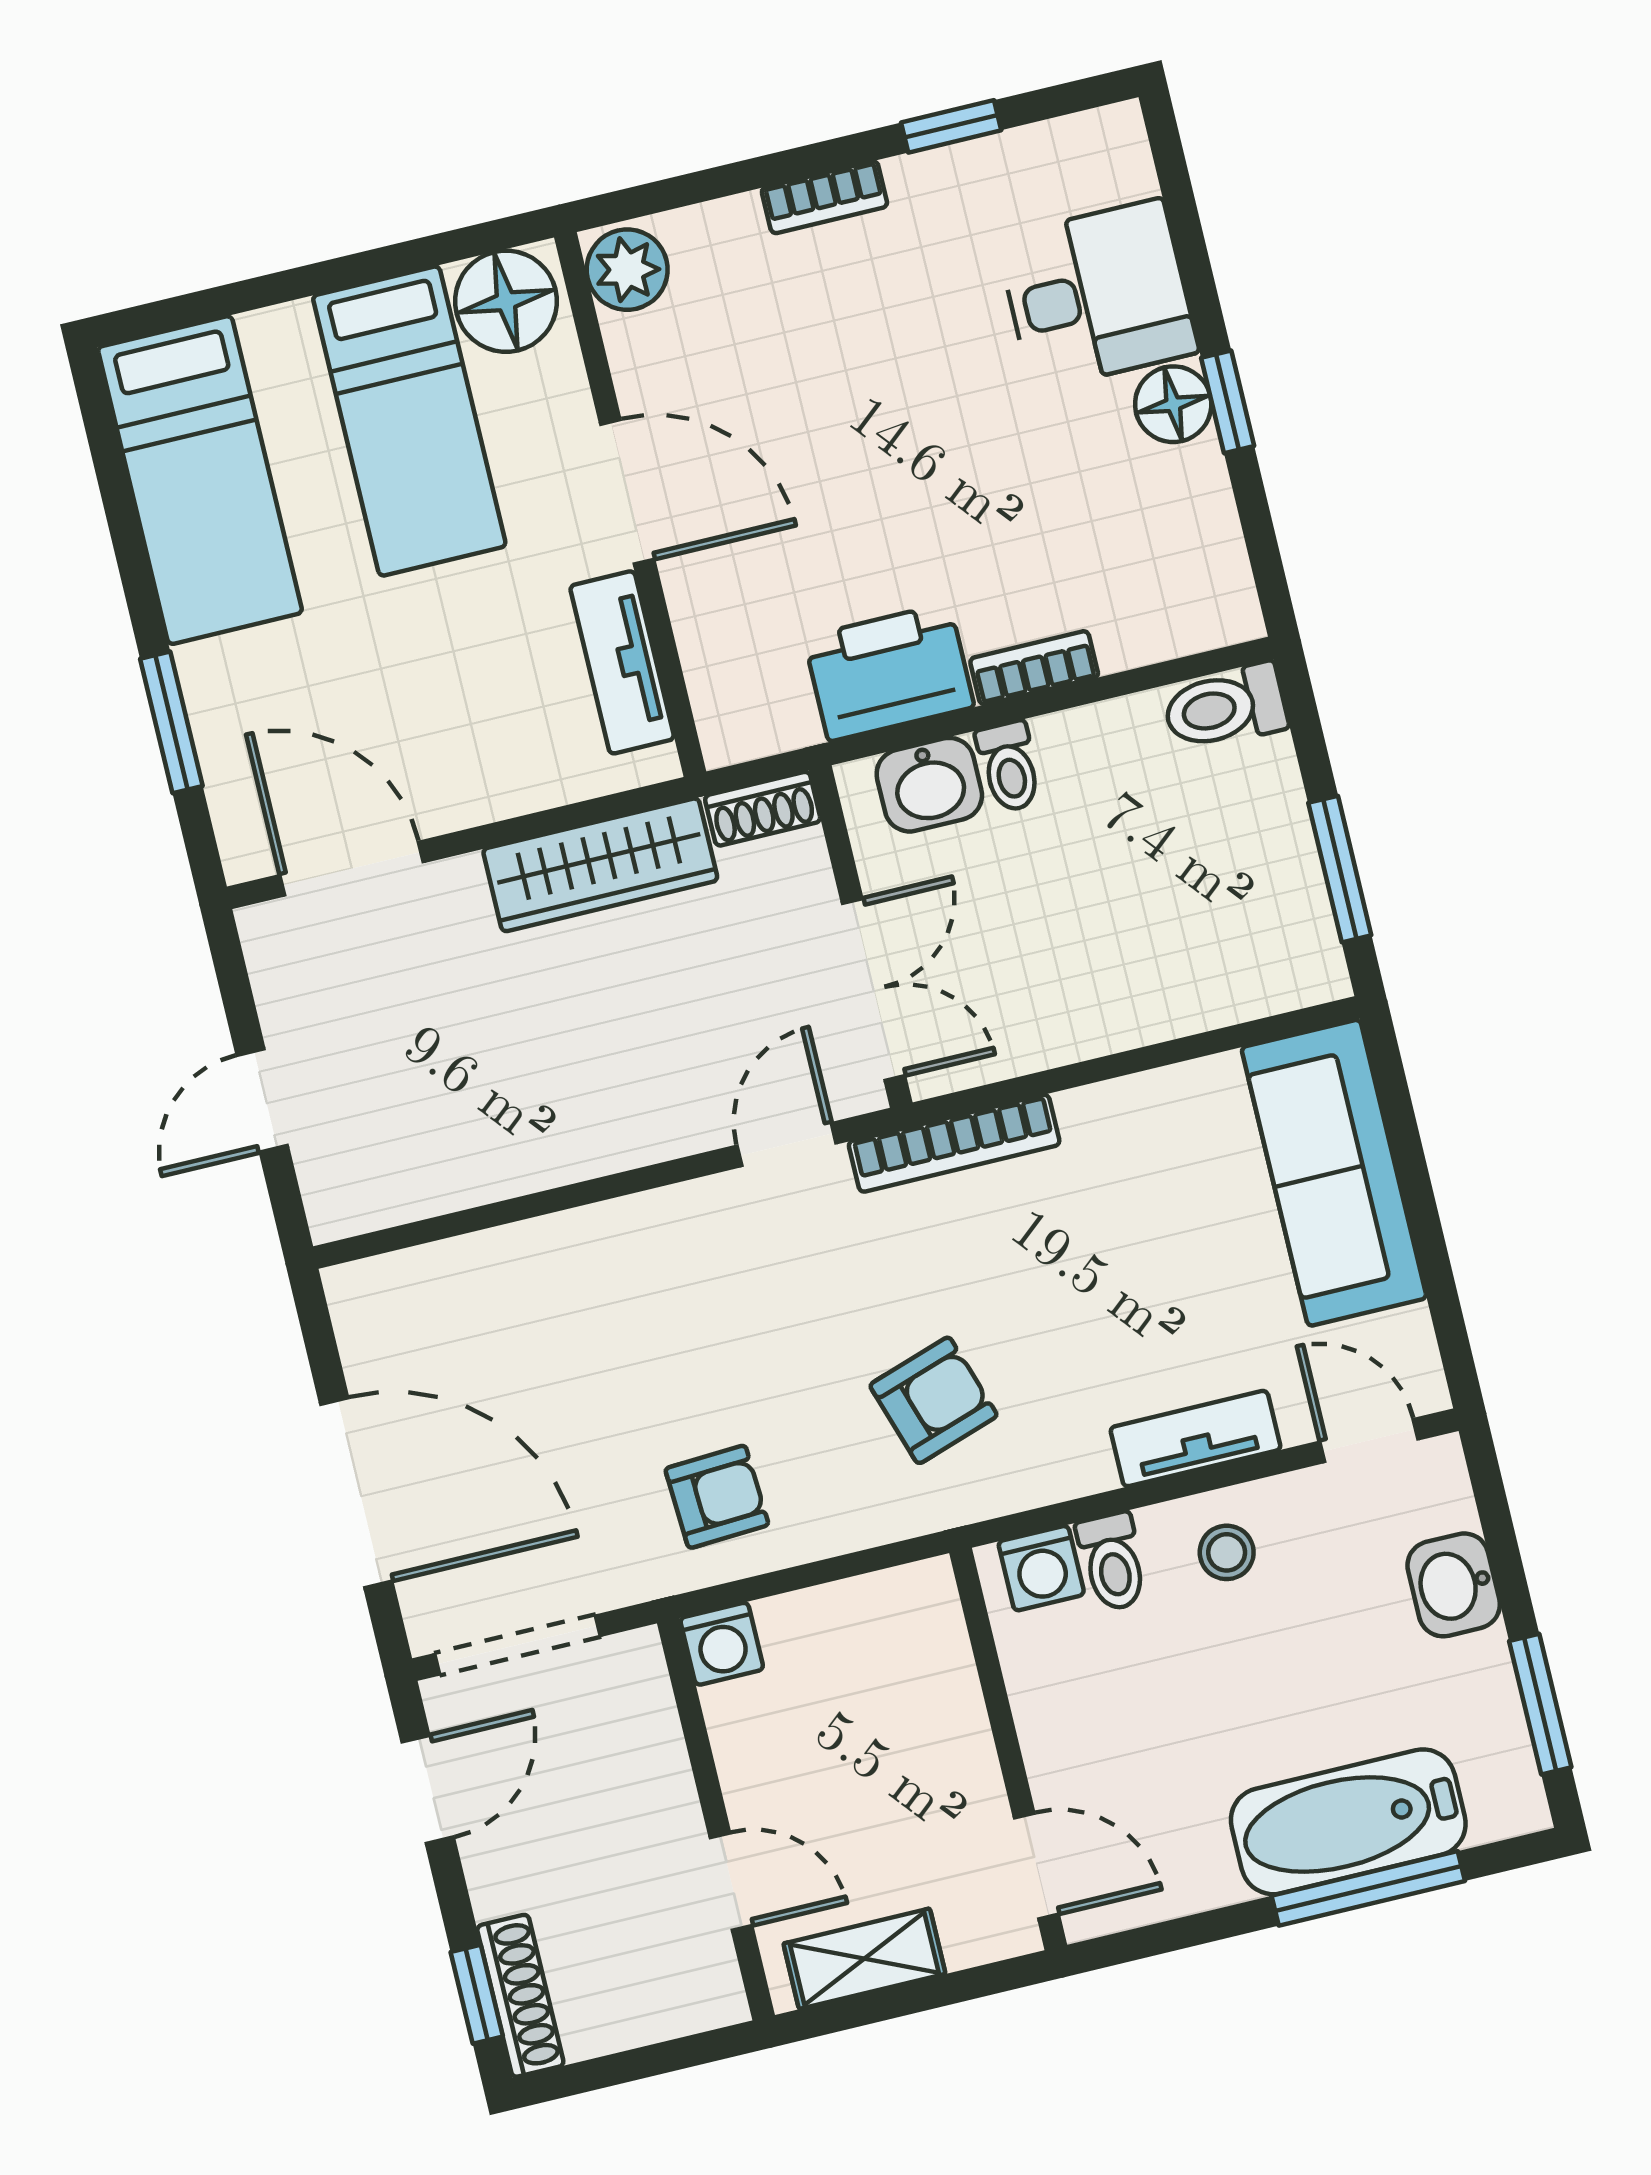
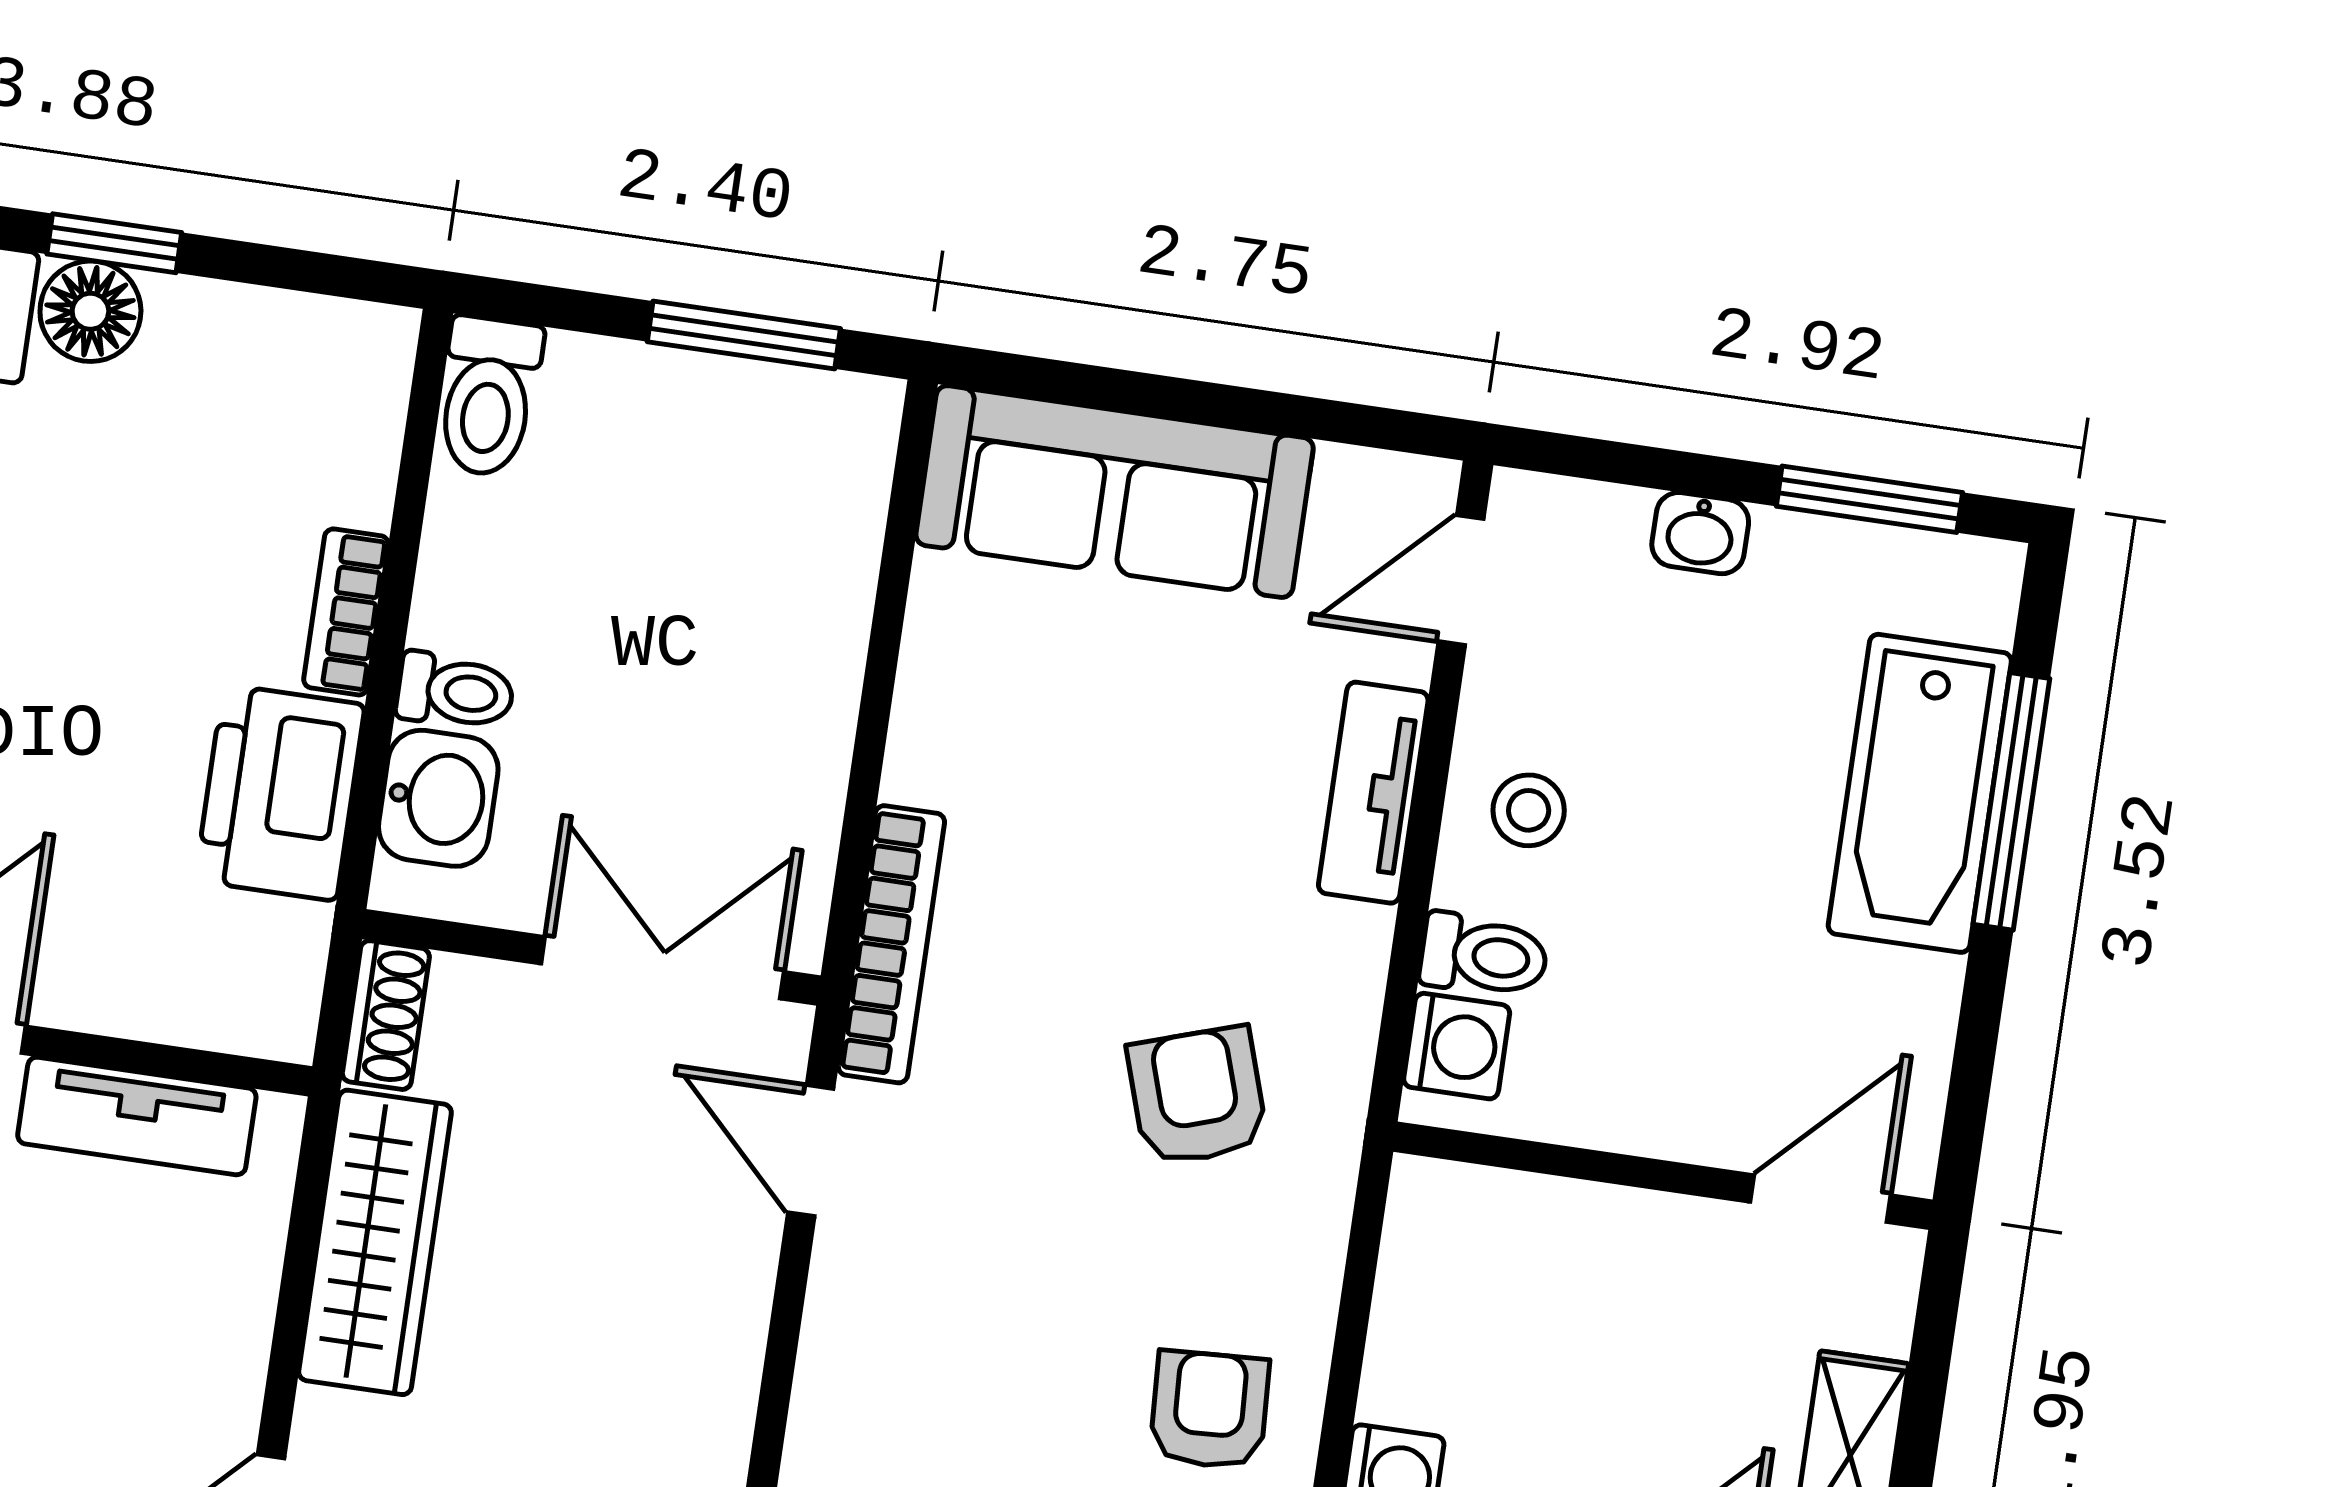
washbasin: (1454, 1585) -> (1700, 533), width x0.72, depth x0.69

